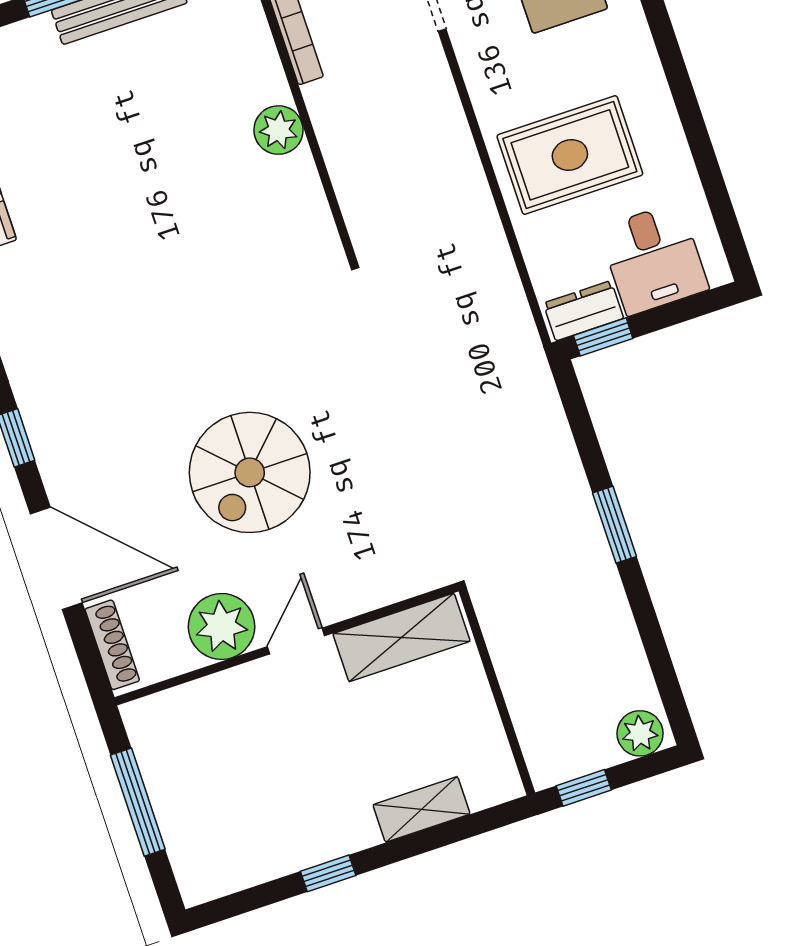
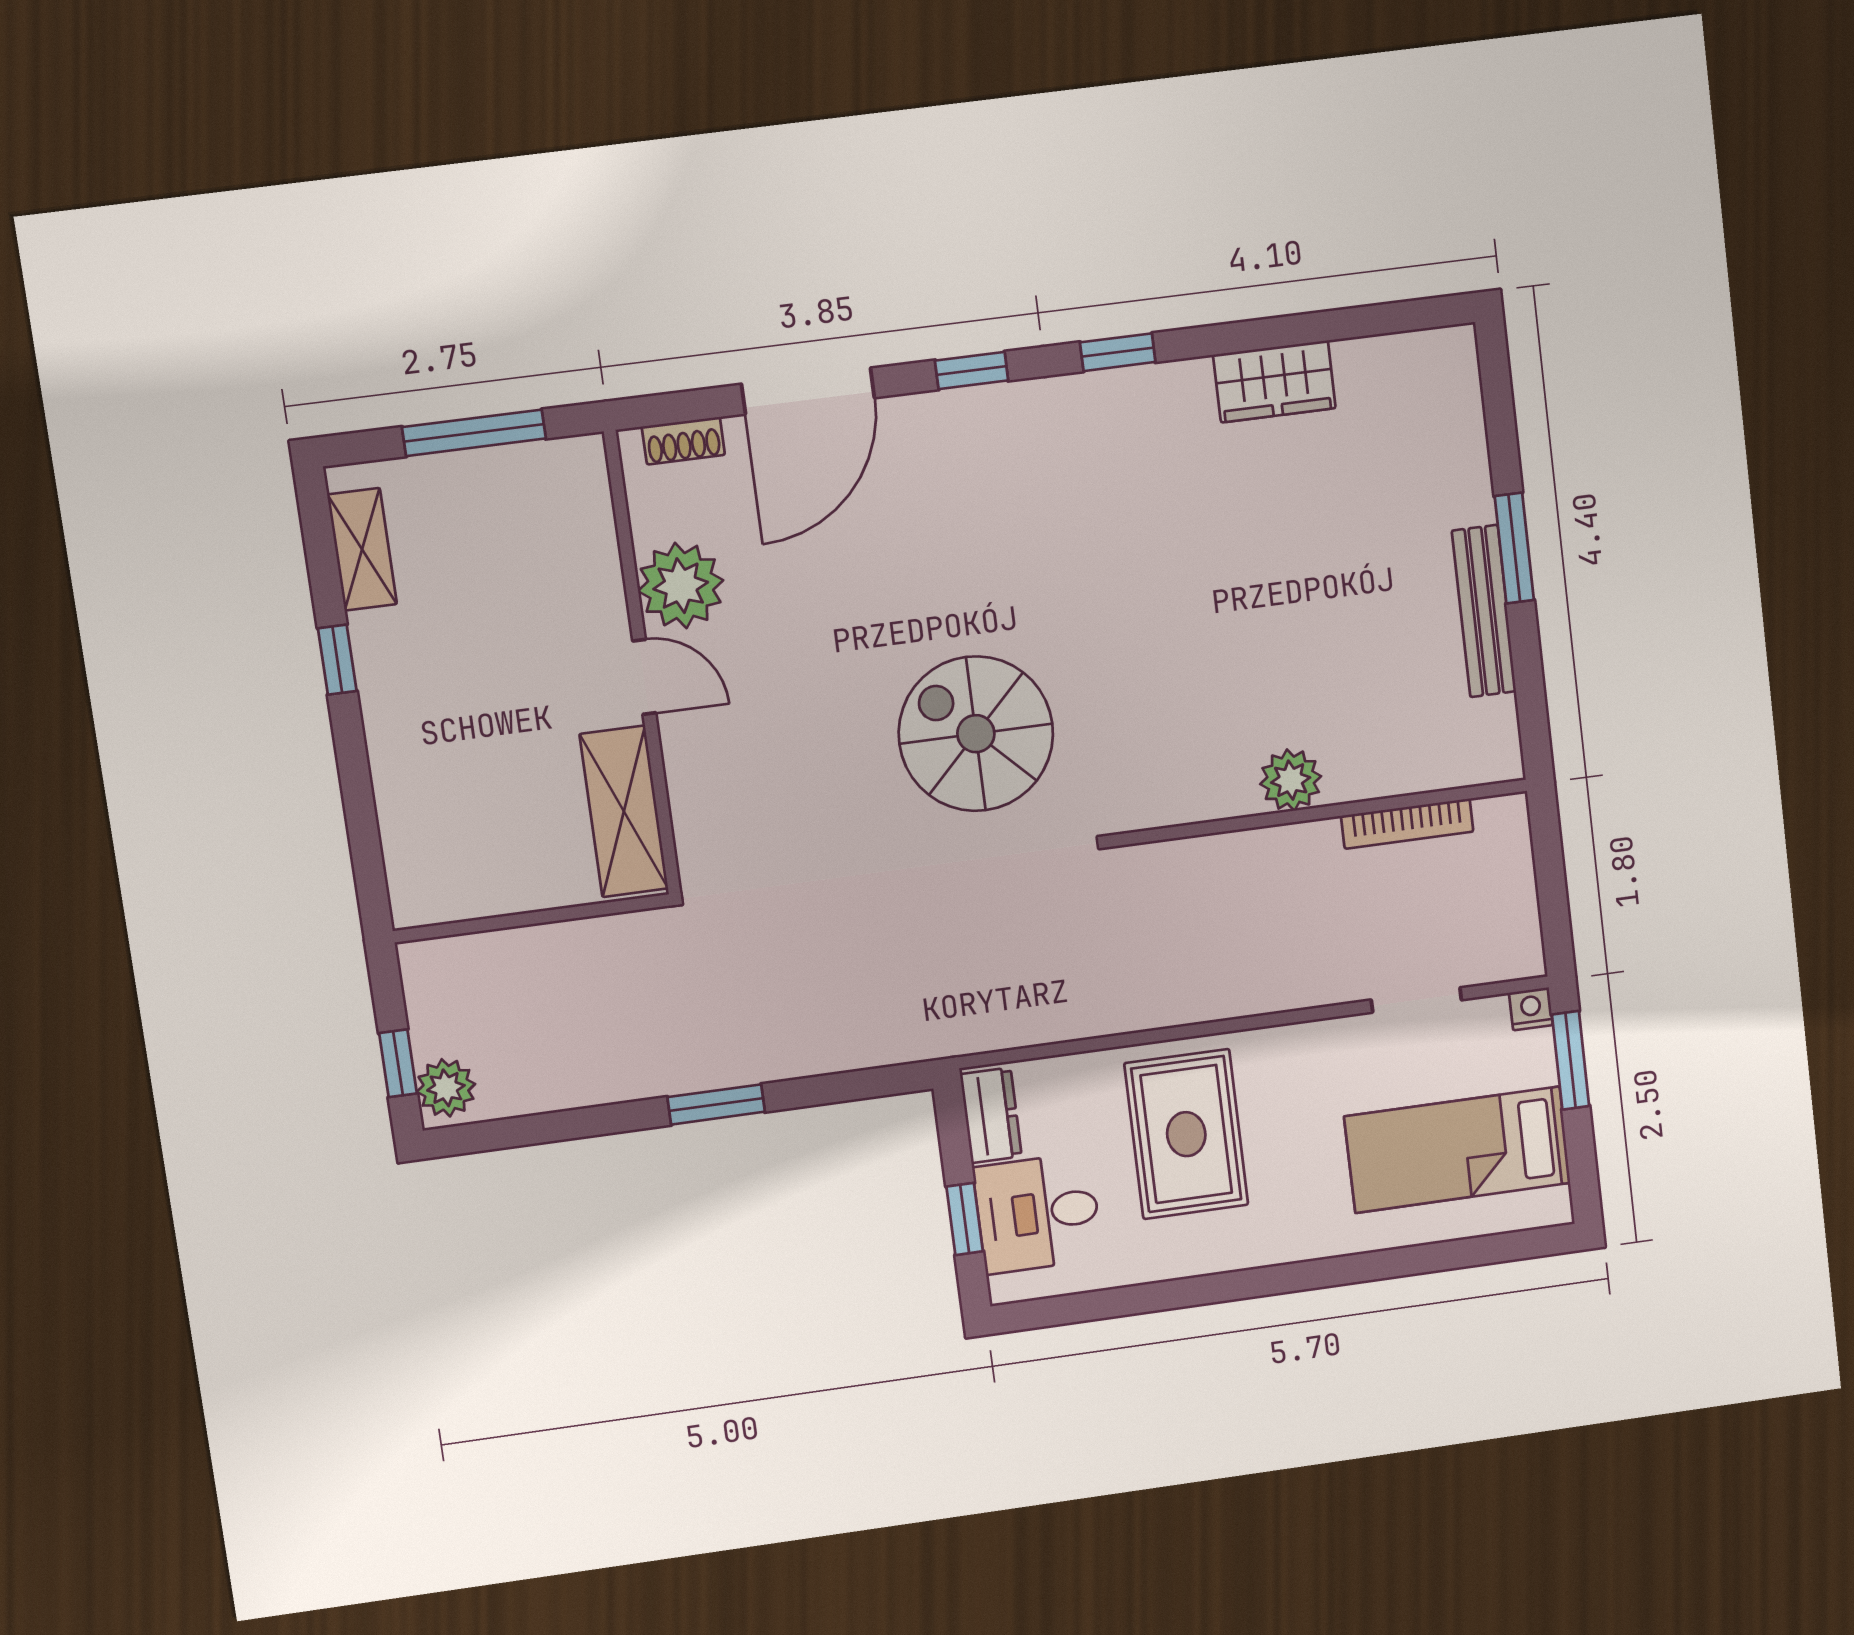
window: (603, 337) -> (965, 1219), moved
spiral stairs: (250, 472) -> (976, 734), moved
shoe rack: (112, 645) -> (683, 441), width x0.70
window: (584, 788) -> (398, 1063), moved
shelving: (421, 809) -> (362, 549), moved

